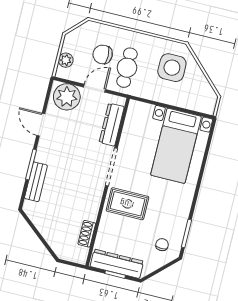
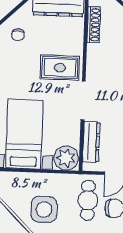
plant: (140, 114) -> (66, 158), added
shoe rack: (87, 234) -> (94, 25), width x1.43

